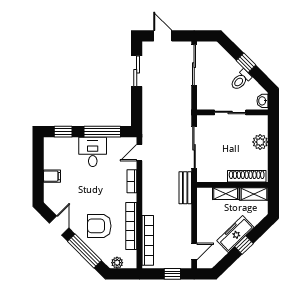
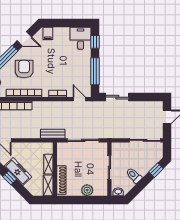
window: (246, 63) -> (156, 170), moved
sliding door: (137, 71) -> (117, 97), moved
desk: (93, 152) -> (81, 38), moved, turned -90
filing cabinet: (52, 176) -> (48, 33), moved

